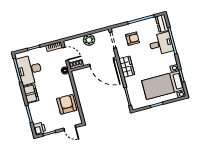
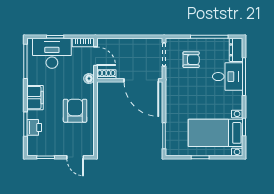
plant: (89, 40) -> (132, 46), removed
wardrobe: (127, 67) -> (173, 95), removed
desk: (30, 70) -> (52, 53), moved, turned 90
armchair: (67, 104) -> (75, 111), moved
printer: (39, 129) -> (34, 127), moved

